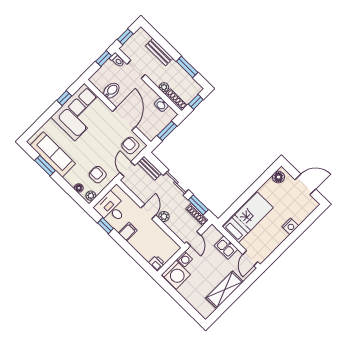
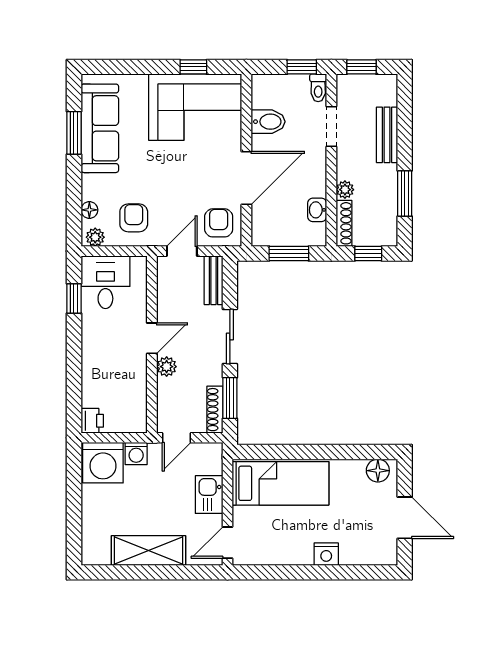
filing cabinet: (128, 232) -> (96, 337), removed

